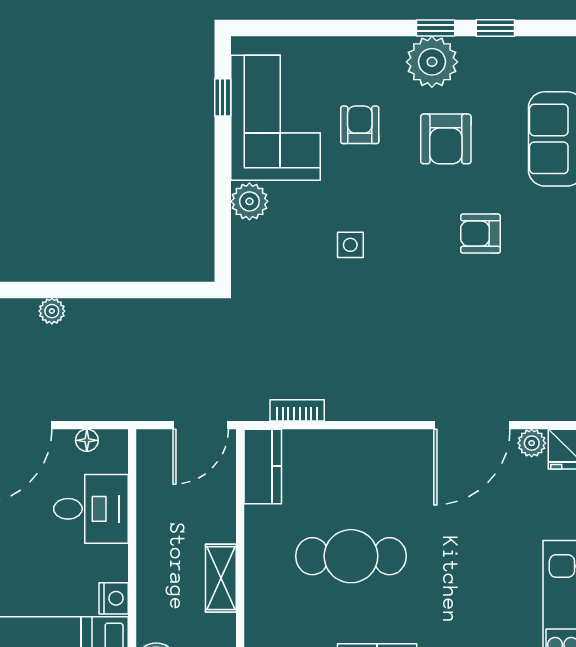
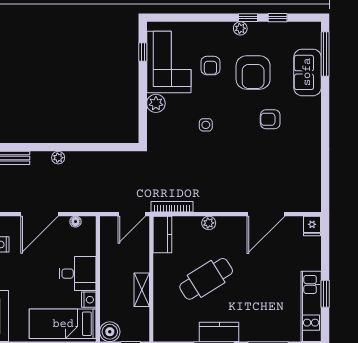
plant: (432, 62) -> (240, 28), width x0.53, depth x0.53
armchair: (360, 125) -> (210, 66), turned 180
armchair: (446, 139) -> (253, 72), width x1.36, depth x1.36
bookcase: (297, 410) -> (172, 207), width x1.56
plant: (532, 443) -> (209, 223), moved
desk: (91, 509) -> (77, 274), moved
cafe table: (351, 556) -> (206, 279), turned -32

